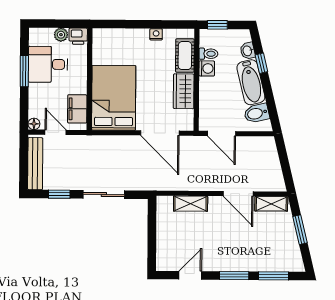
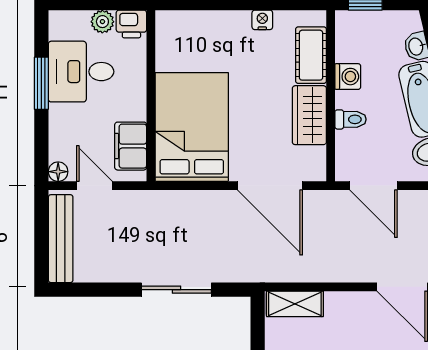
toilet: (208, 54) -> (351, 119), moved
window: (59, 194) -> (101, 290), removed
shelving: (191, 204) -> (295, 304), moved

